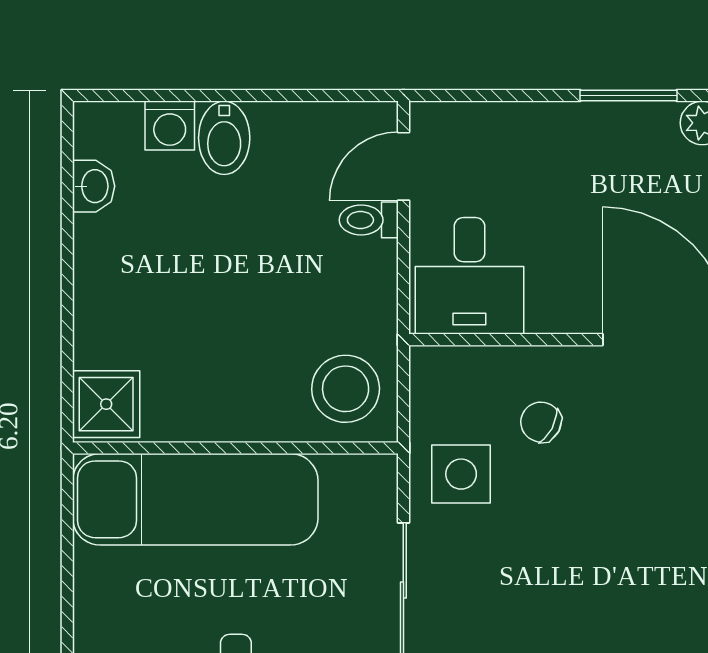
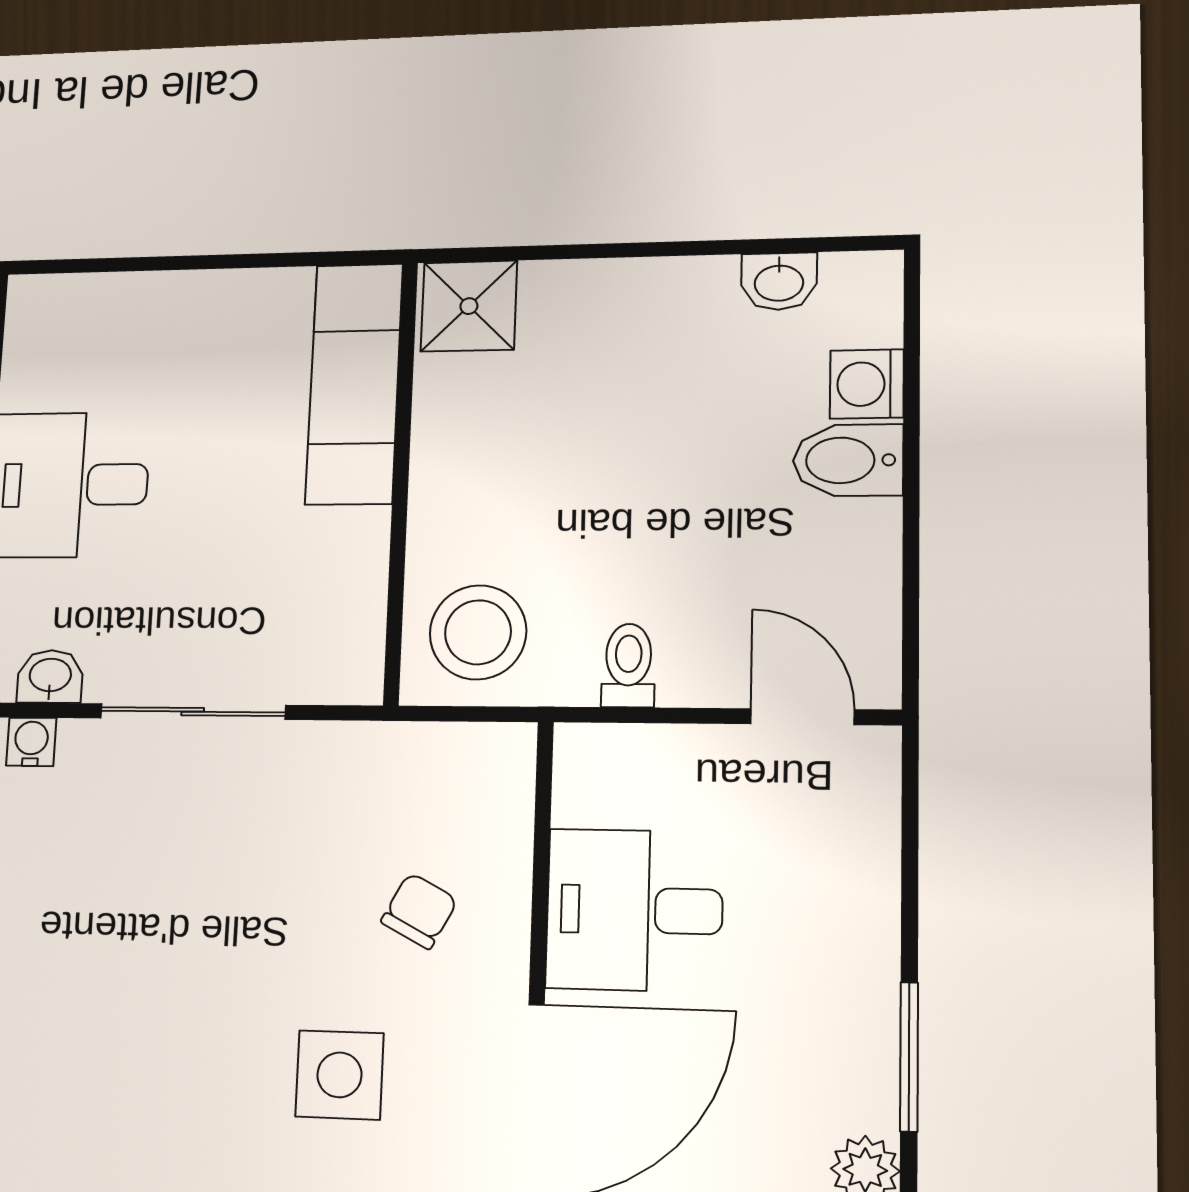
toilet: (369, 220) -> (628, 665), moved
desk: (469, 276) -> (634, 910), moved
side table: (461, 474) -> (339, 1075), moved
exam couch: (195, 499) -> (354, 384), width x0.73, depth x0.69

